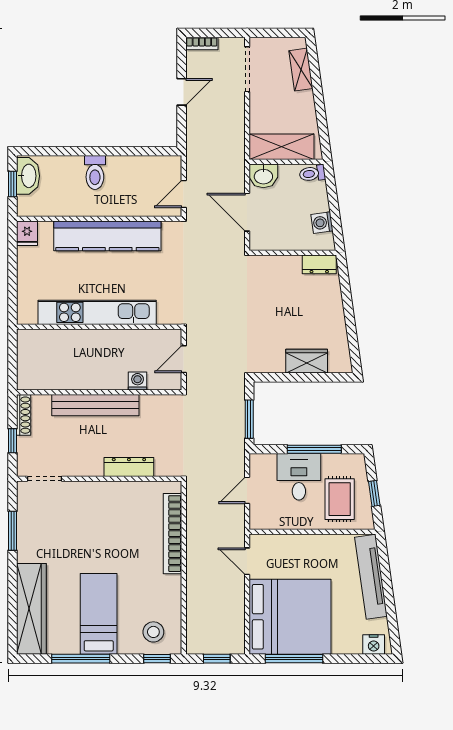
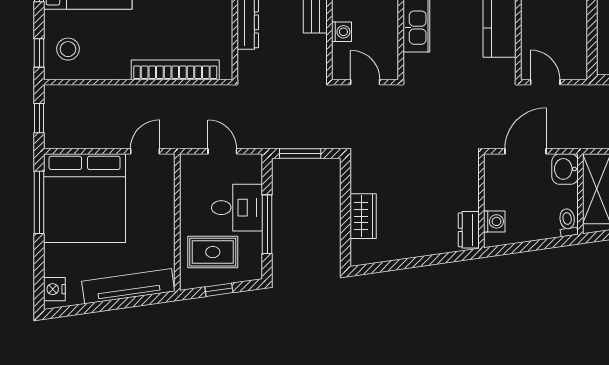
washing machine: (322, 223) -> (494, 221), moved, turned 98

